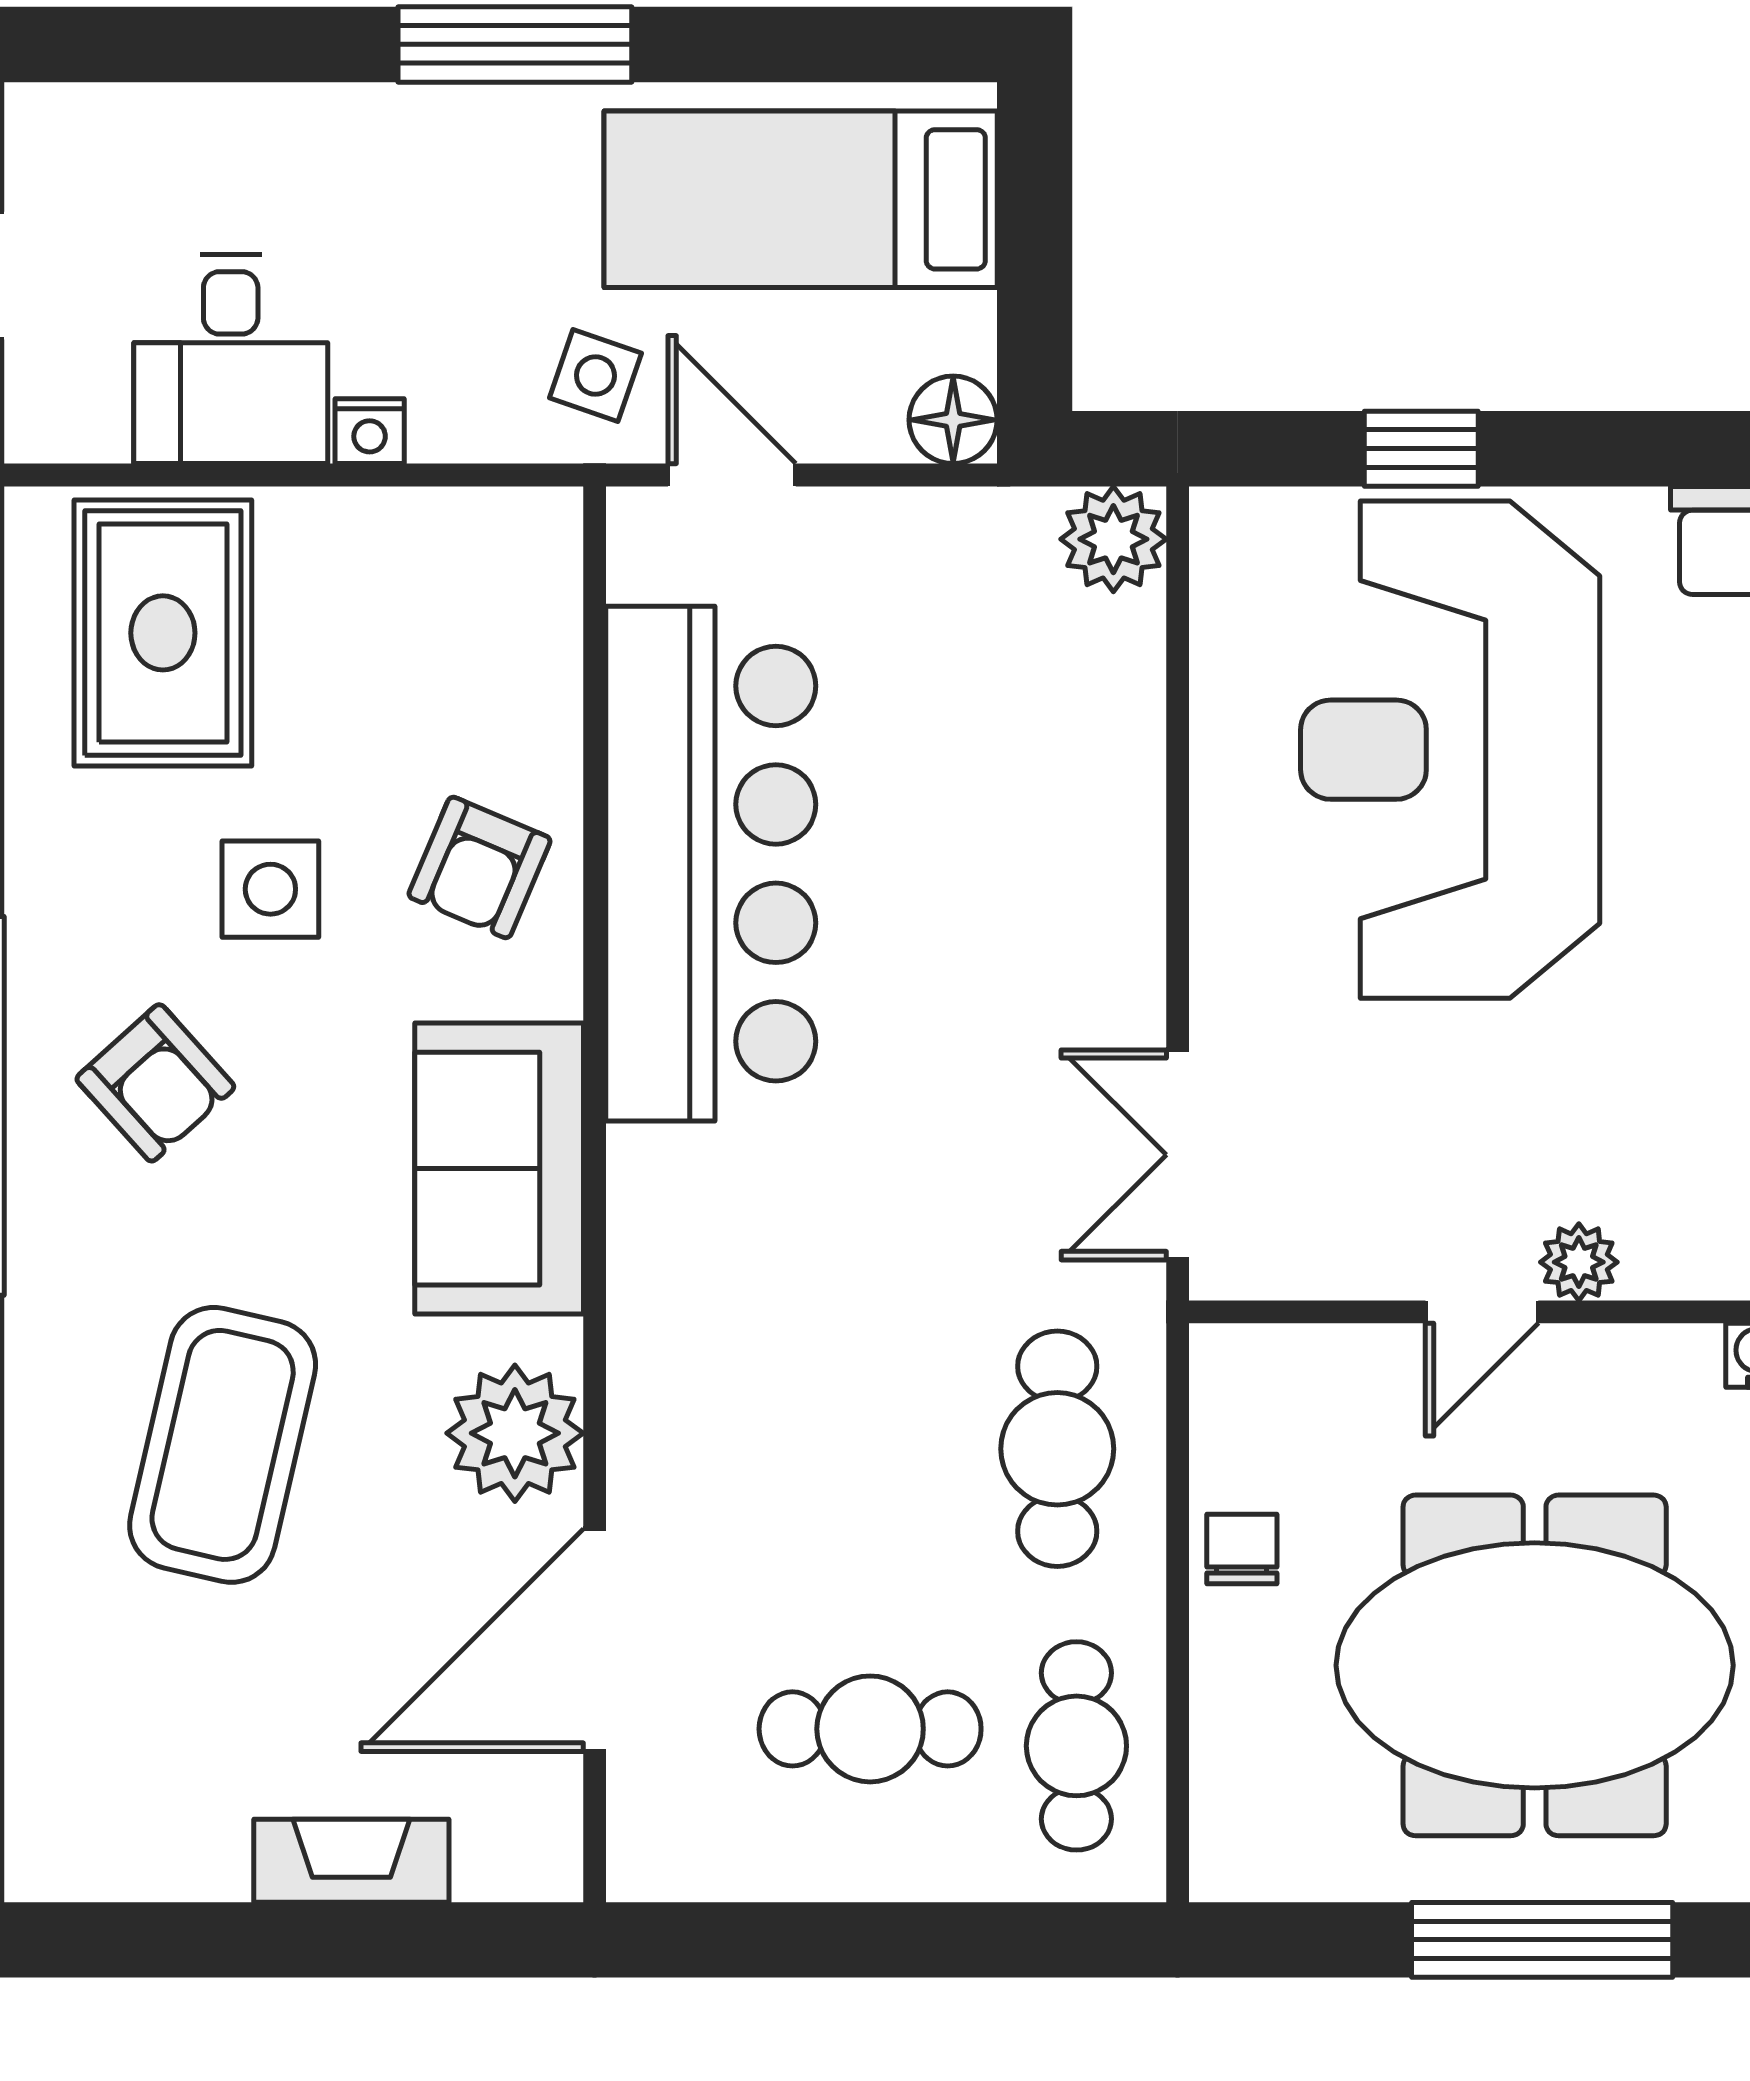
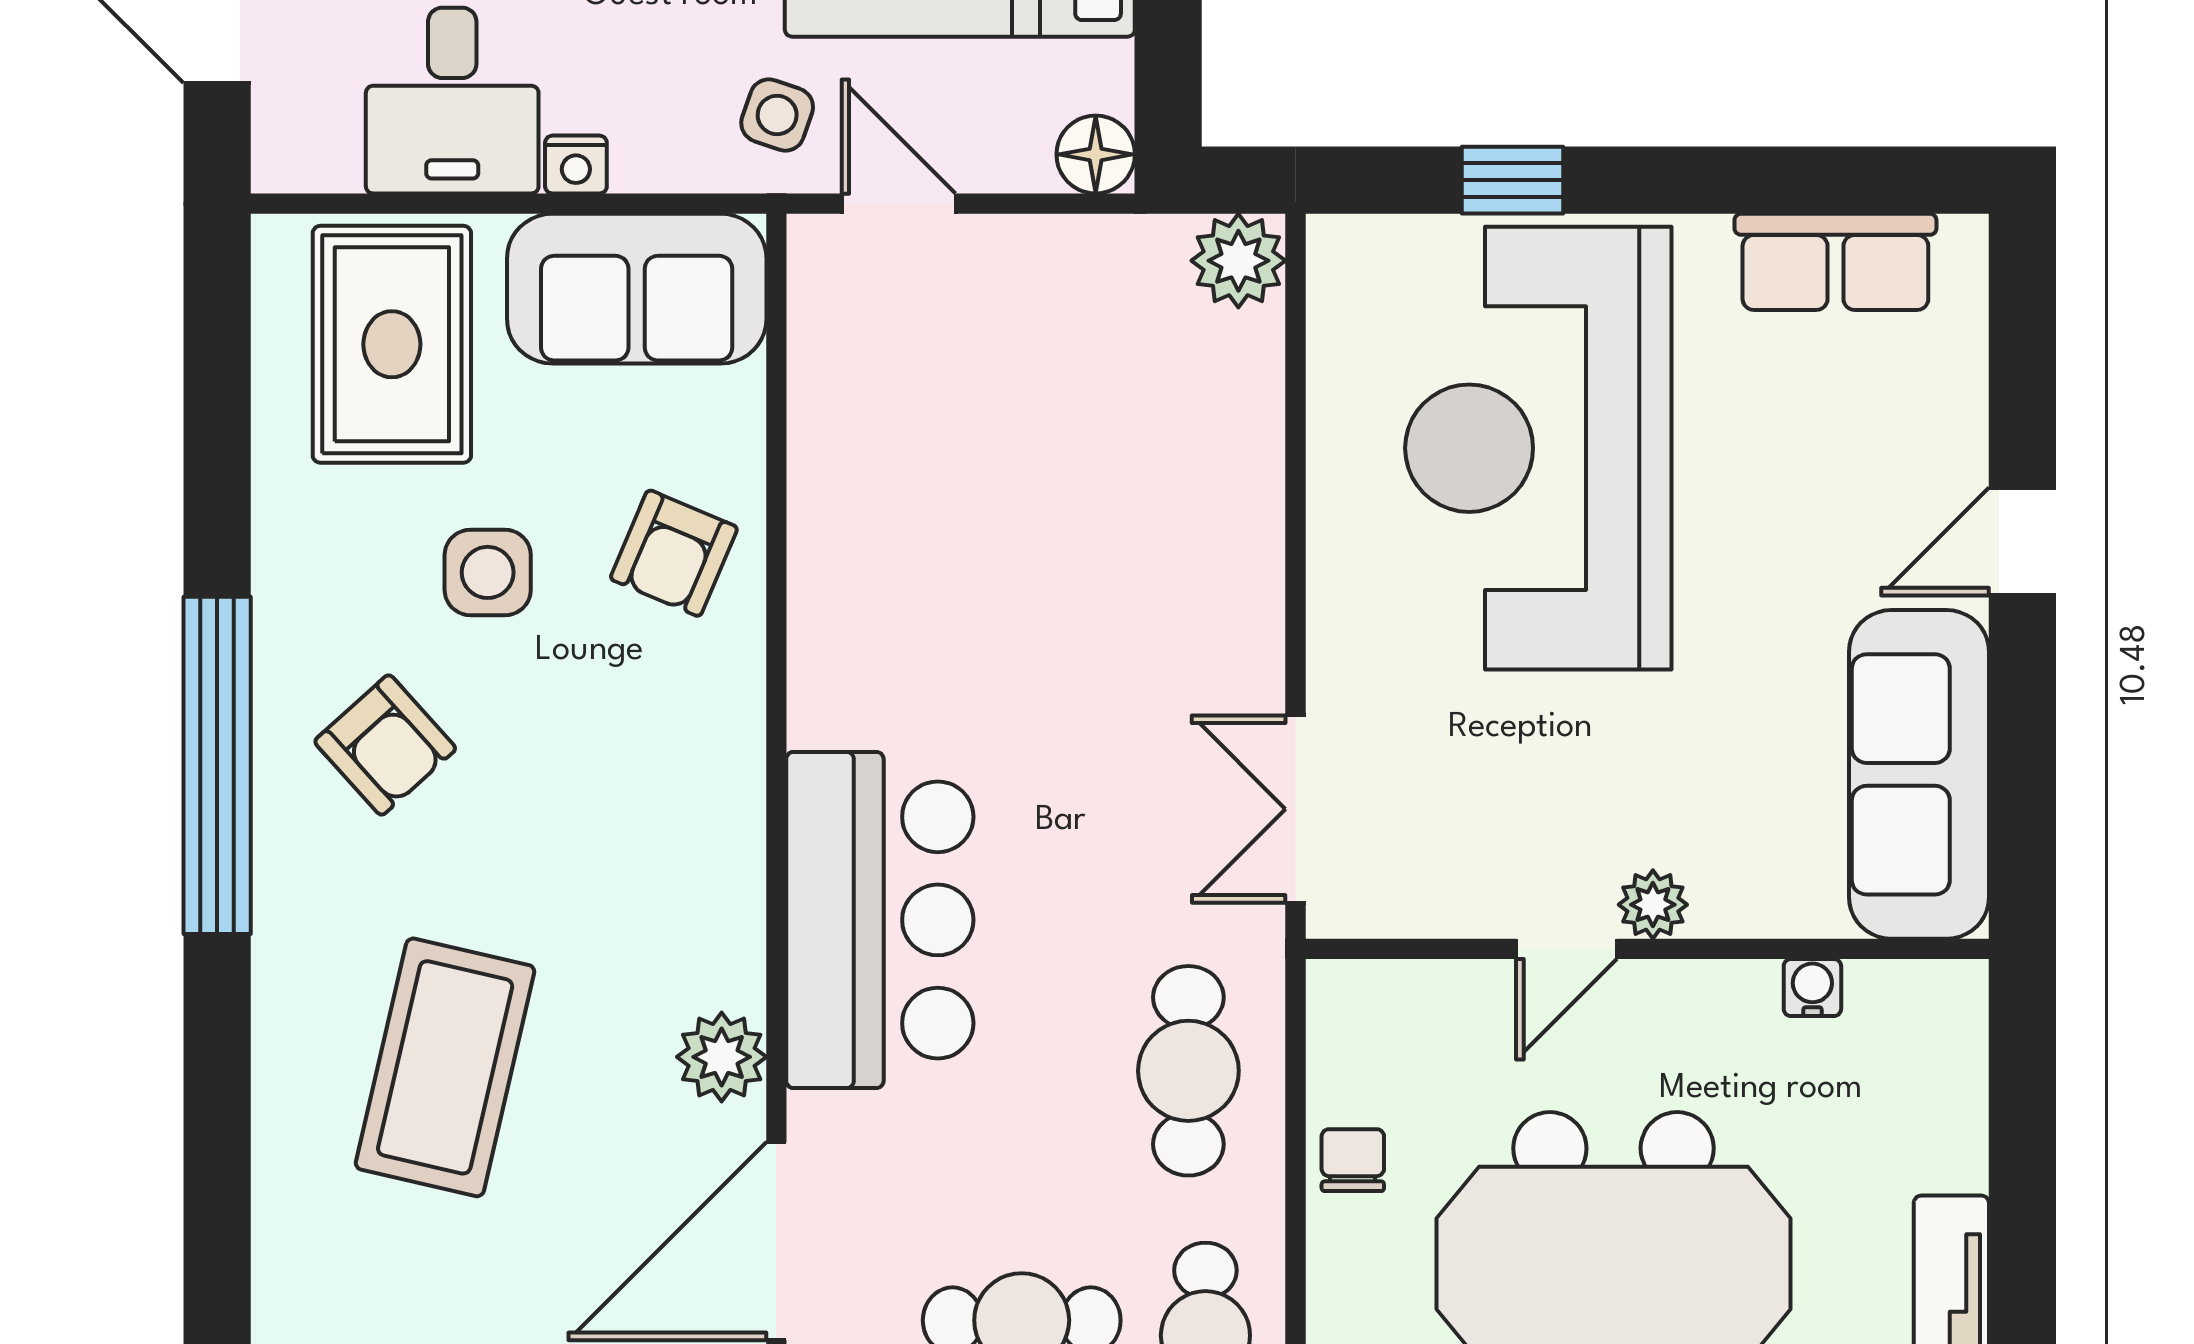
bar counter: (711, 864) -> (880, 920), moved, width x0.73
sofa: (499, 1169) -> (637, 289), moved, turned -90
plant: (515, 1433) -> (722, 1057), width x0.73, depth x0.73

